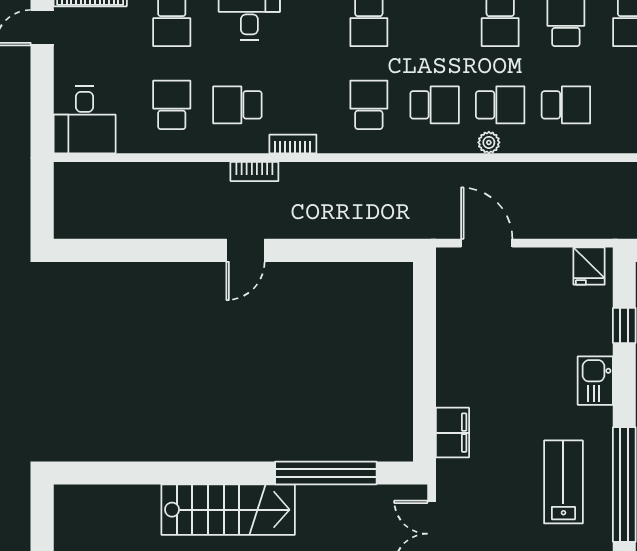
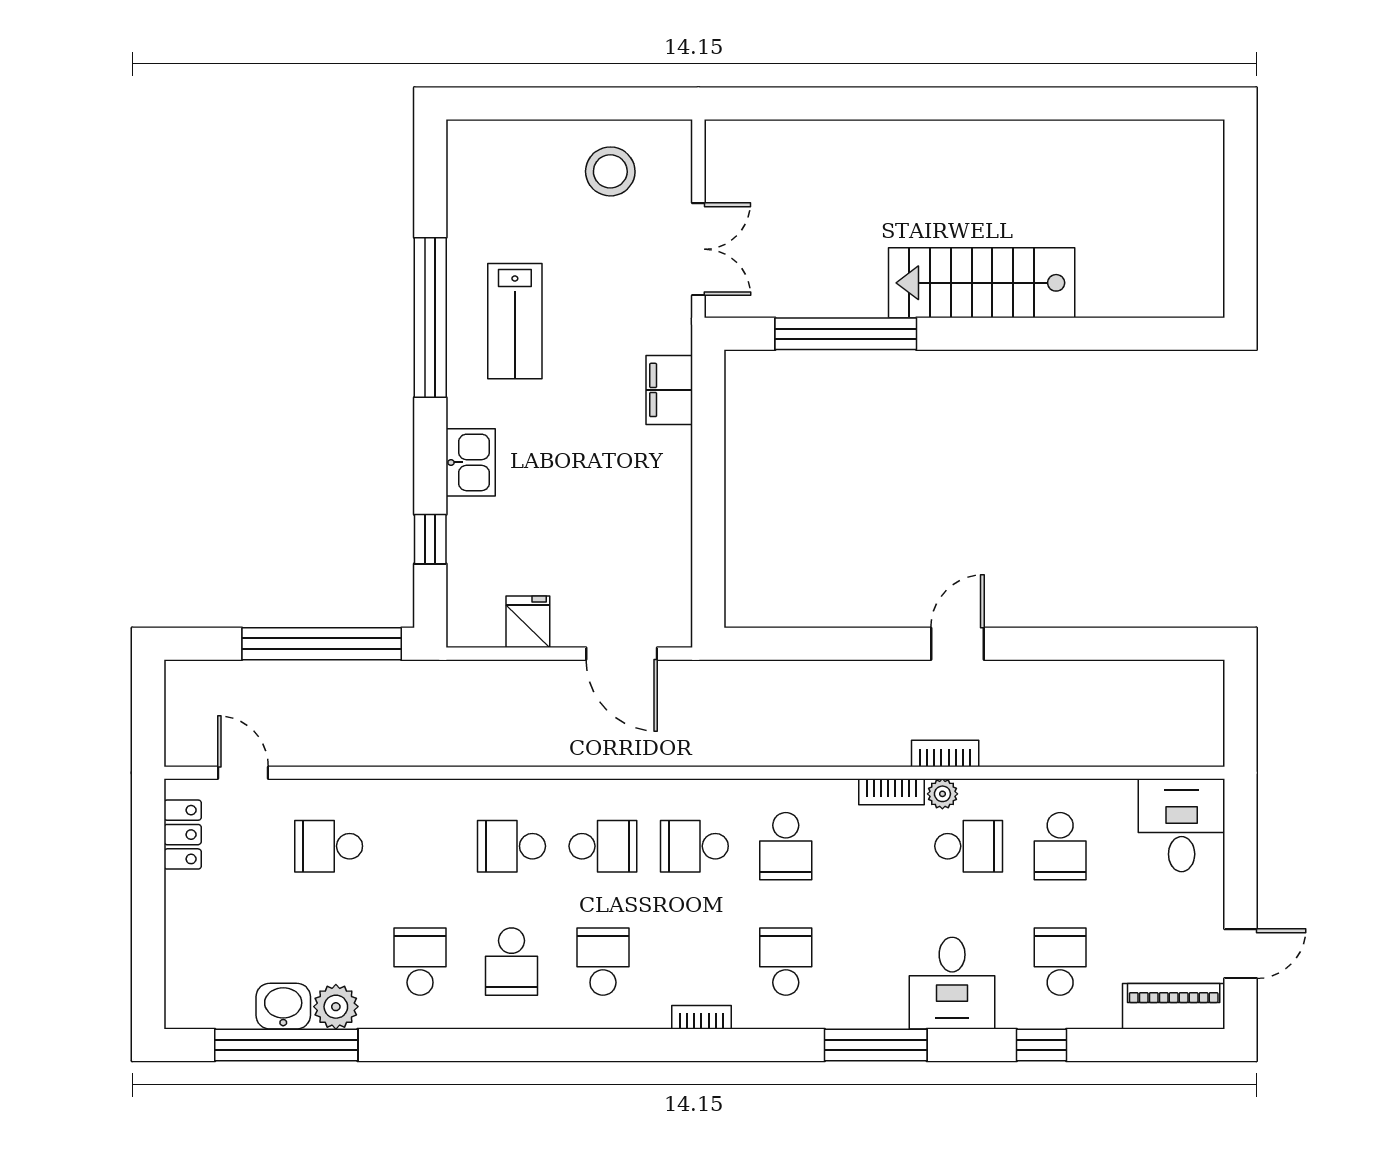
school desk: (500, 105) -> (603, 846), turned 180
plant: (489, 142) -> (942, 794), moved
fridge: (589, 266) -> (528, 622), moved

